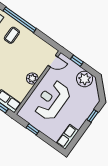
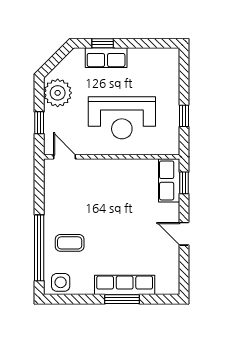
plant: (32, 78) -> (111, 169), removed
row of seats: (67, 137) -> (106, 58), moved

